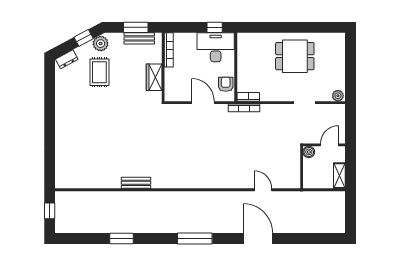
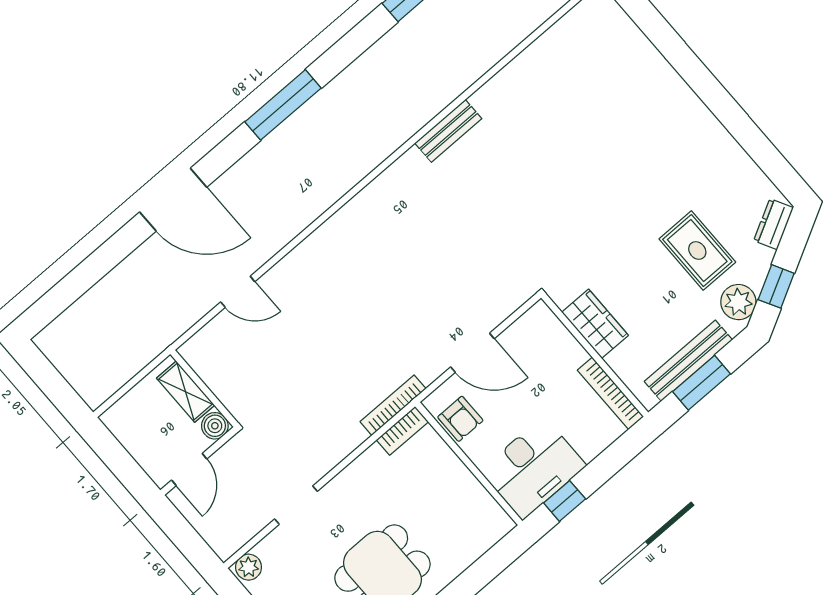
bench: (139, 38) -> (688, 361), width x1.36
shelving: (339, 176) -> (186, 392), moved
bench: (136, 183) -> (448, 131), moved

